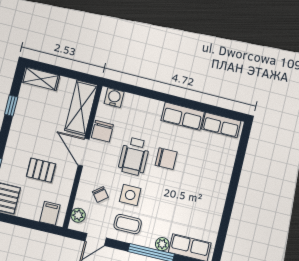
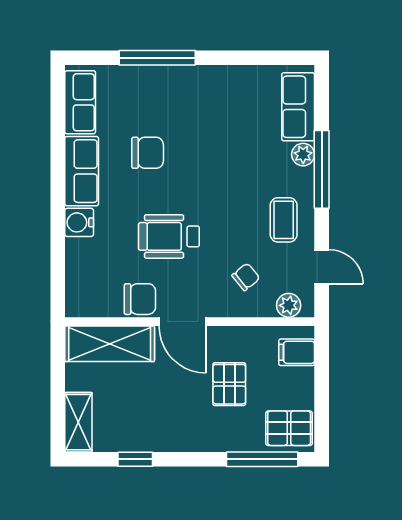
water cooler: (114, 98) -> (79, 222), moved
door: (84, 152) -> (182, 322), hinge flipped
wheelchair: (134, 156) -> (169, 236), turned 180
chair: (166, 159) -> (148, 153), moved, turned 90
window: (236, 174) -> (157, 58), added
side table: (130, 195) -> (235, 227), removed

